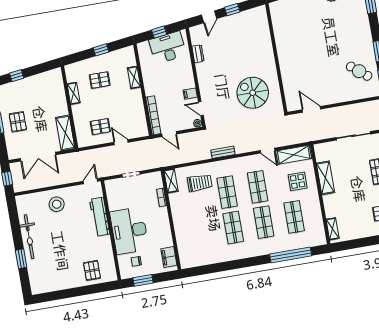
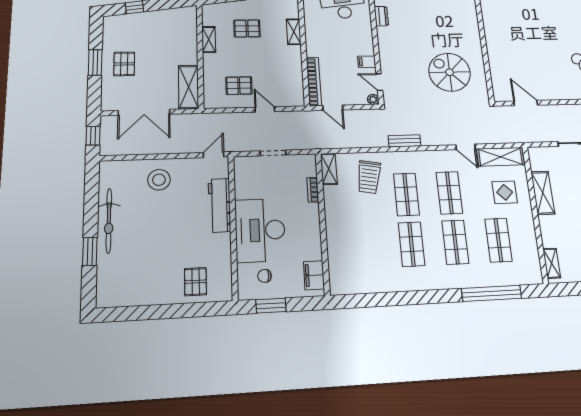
trolley: (200, 183) -> (369, 177), turned 100

